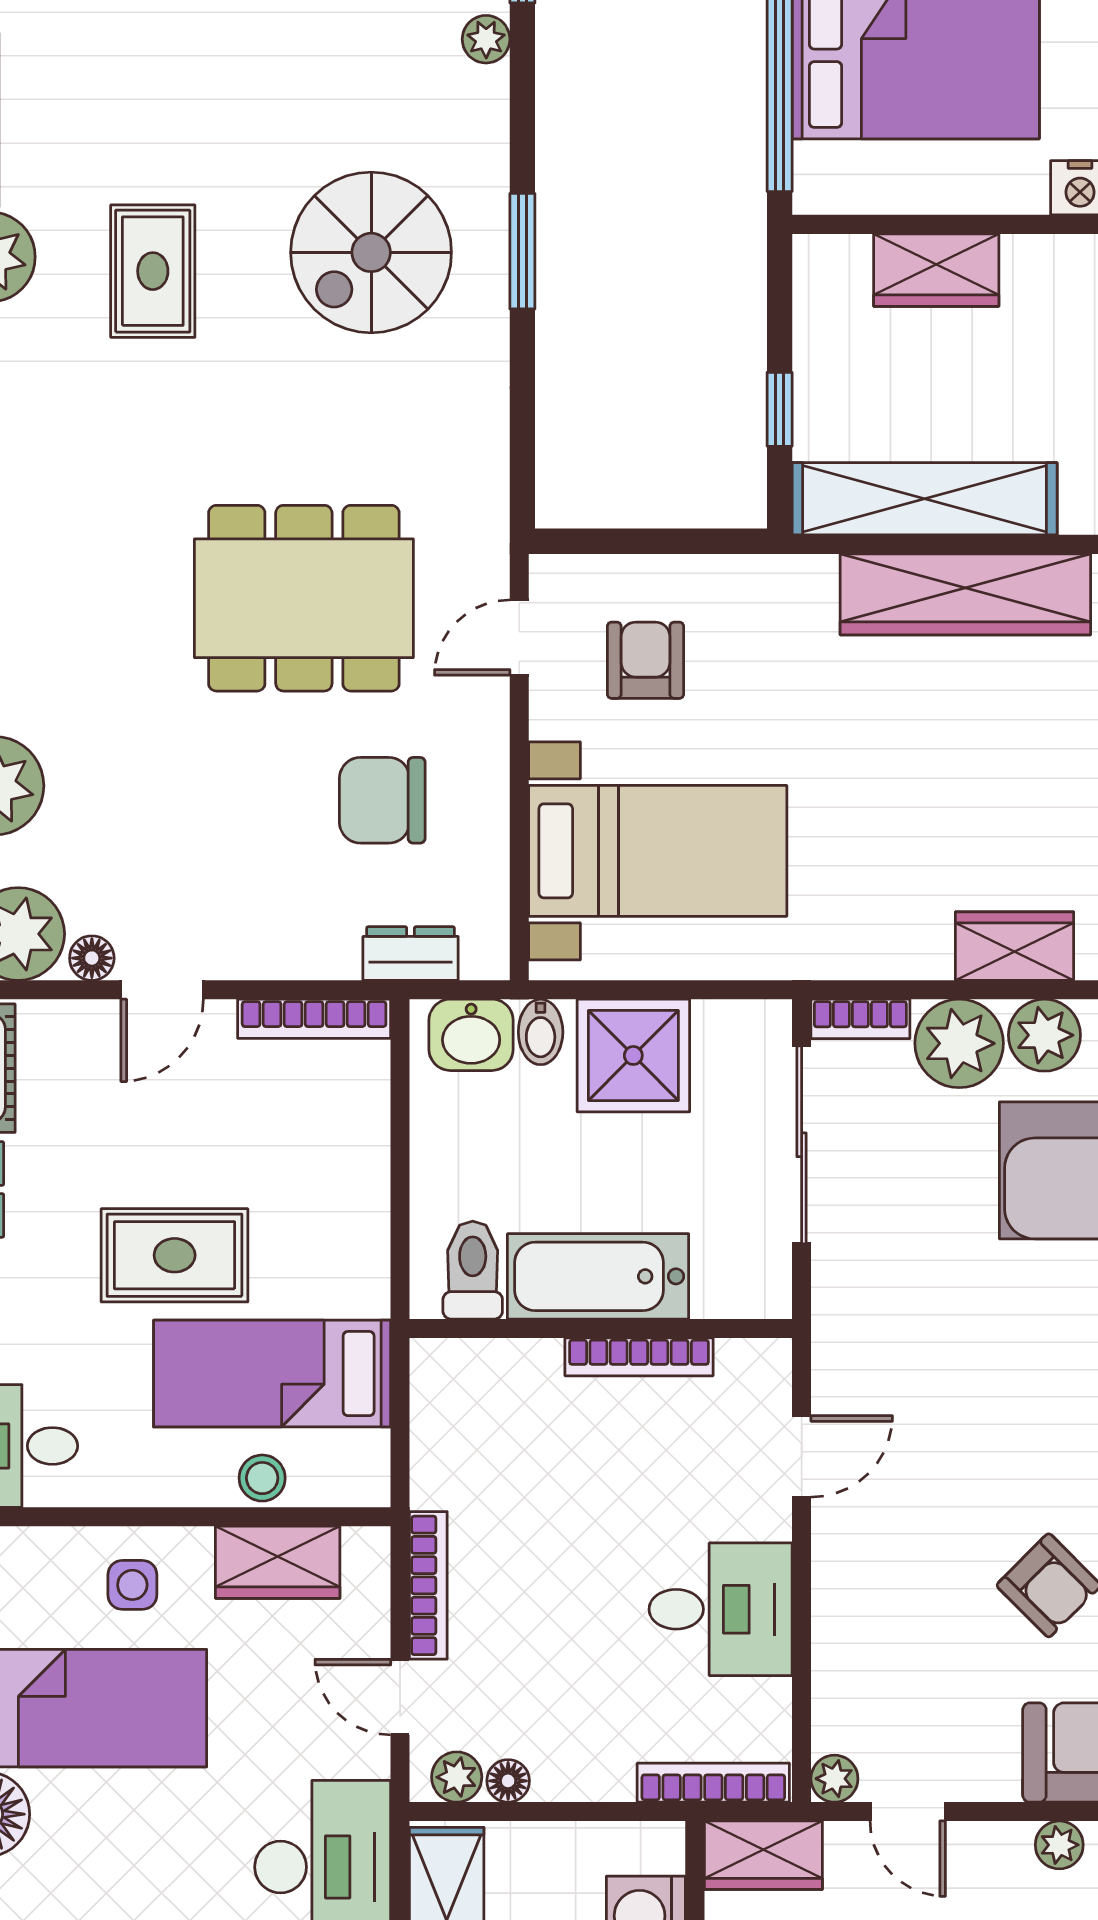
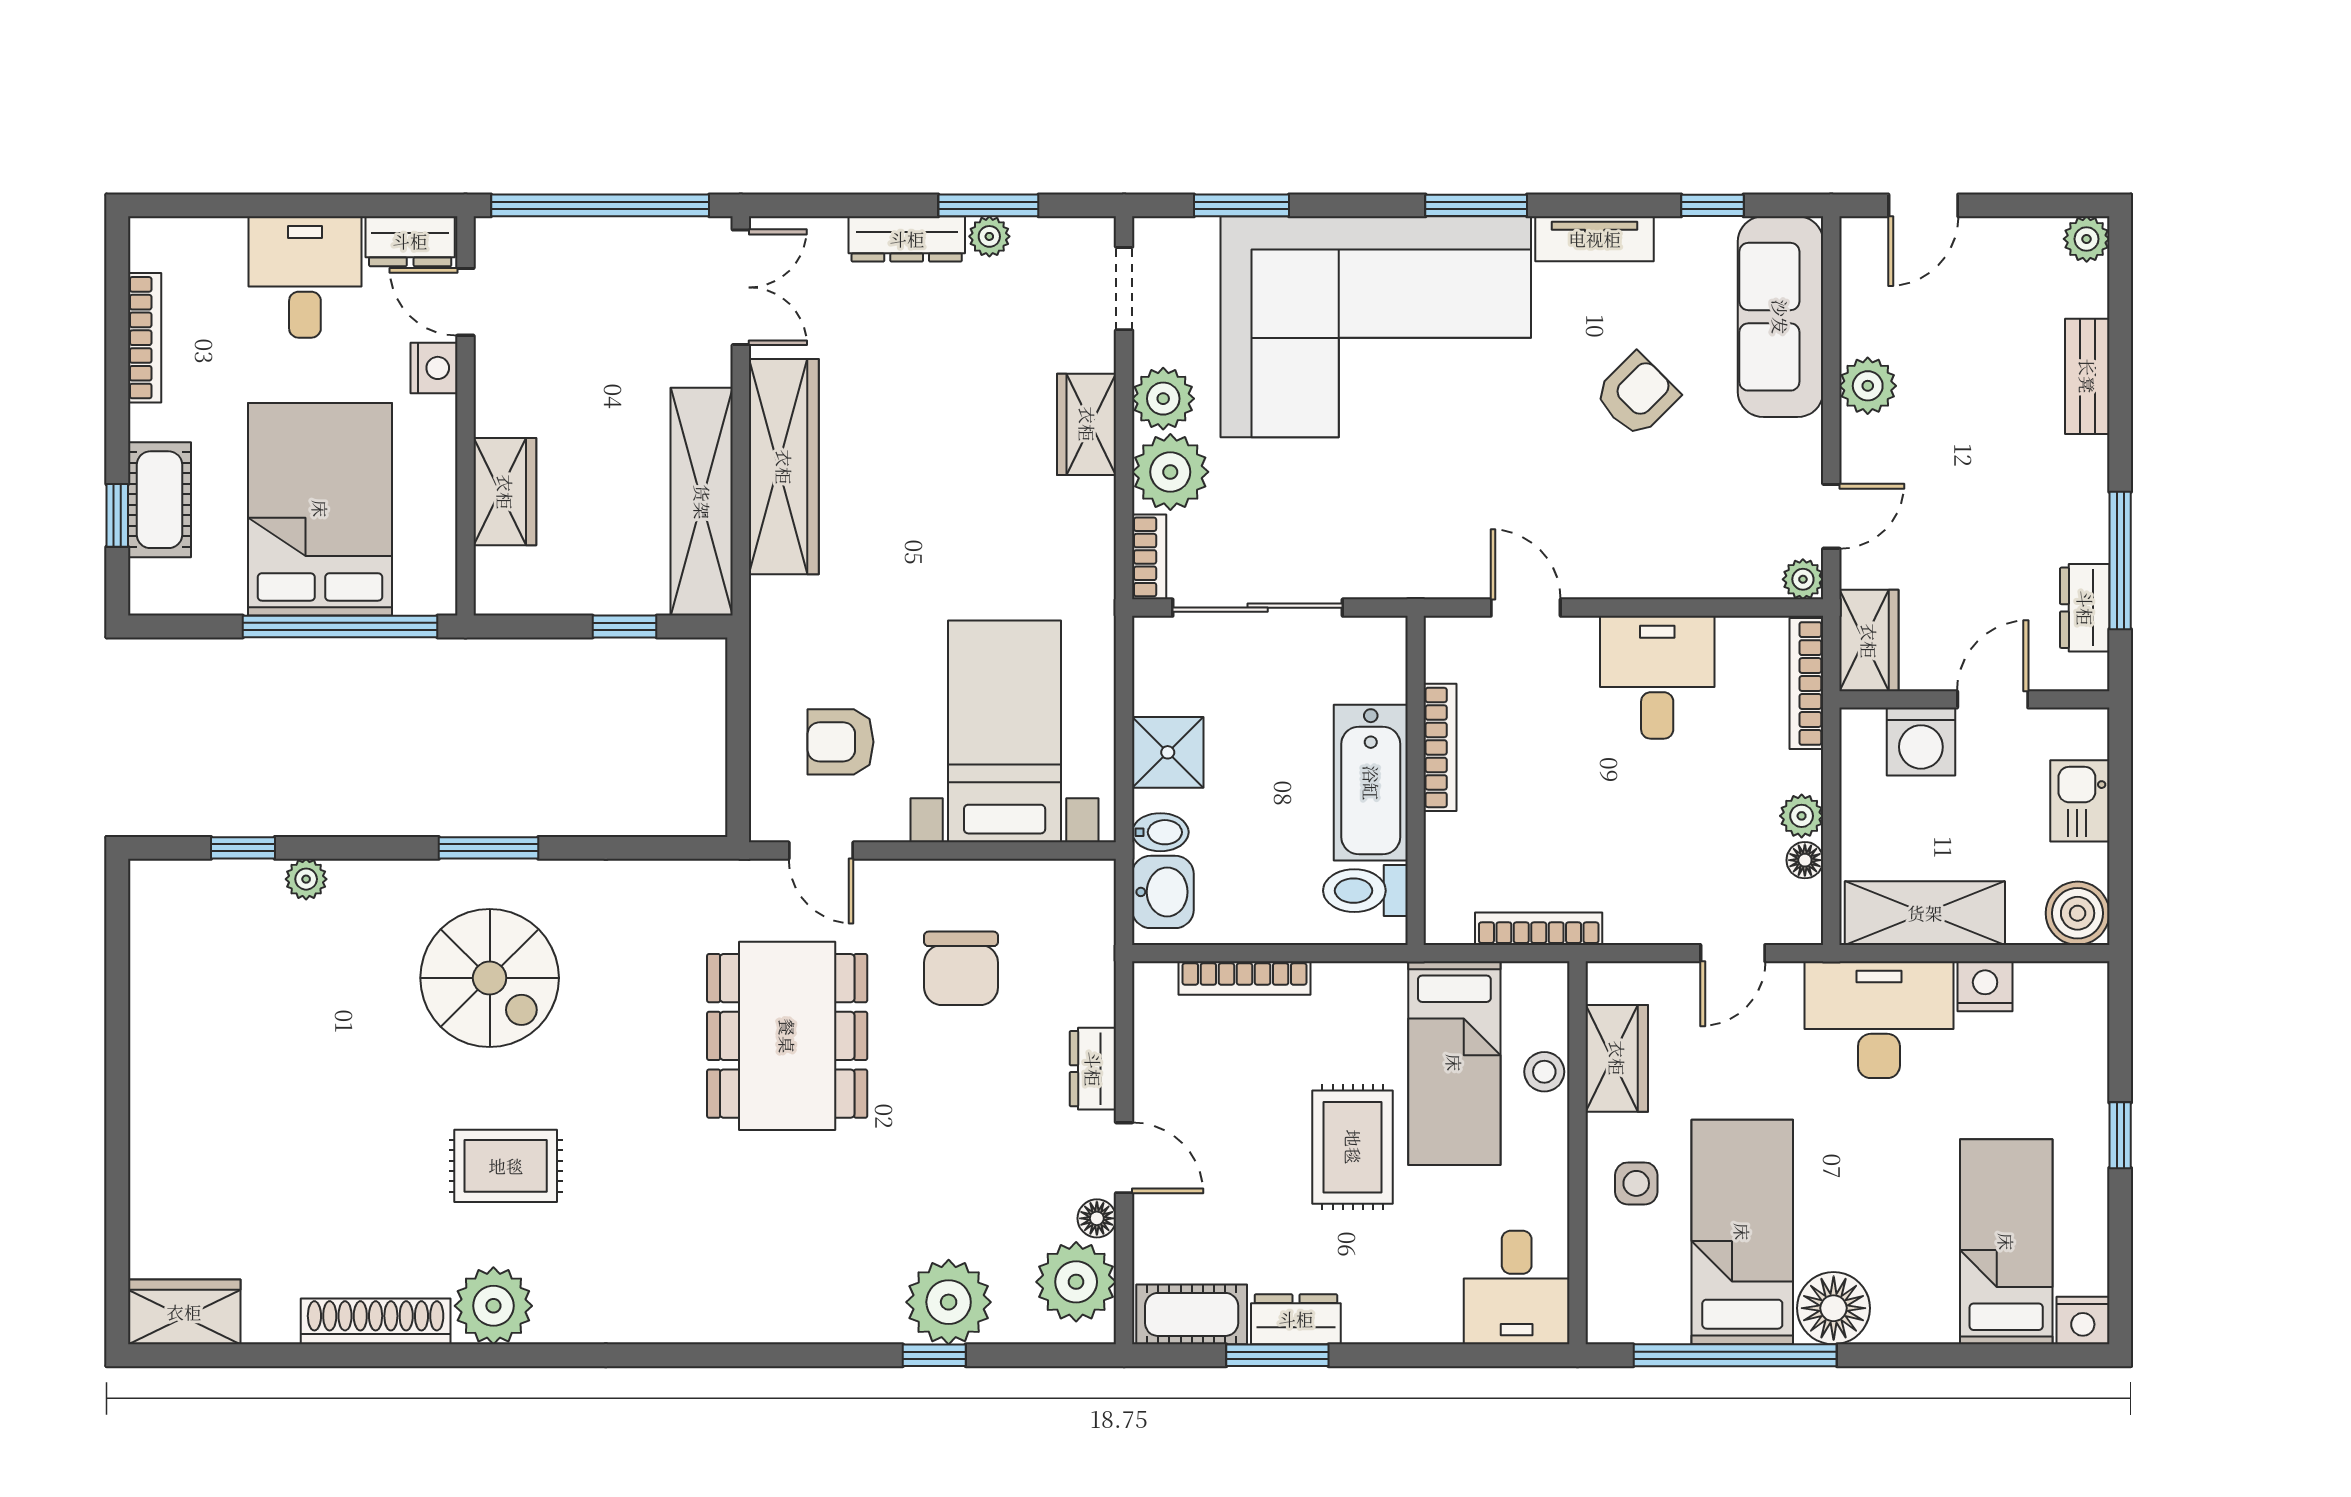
dresser: (411, 954) -> (1093, 1069), moved
bookcase: (314, 1019) -> (1245, 978), moved, turned 90
shower: (633, 1055) -> (1168, 752), width x0.73, depth x0.73
bookcase: (428, 1585) -> (1539, 929), moved
plant: (457, 1777) -> (1802, 816), moved
plant: (1059, 1845) -> (1868, 386), width x1.38, depth x1.38

